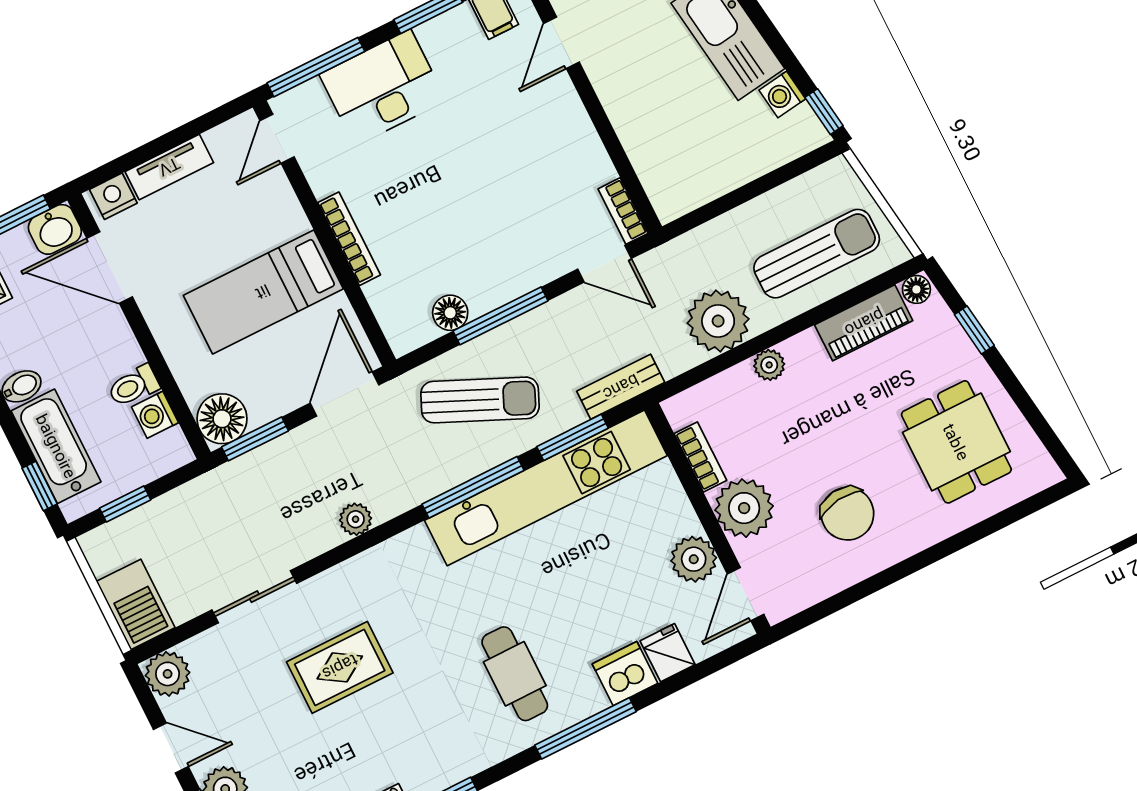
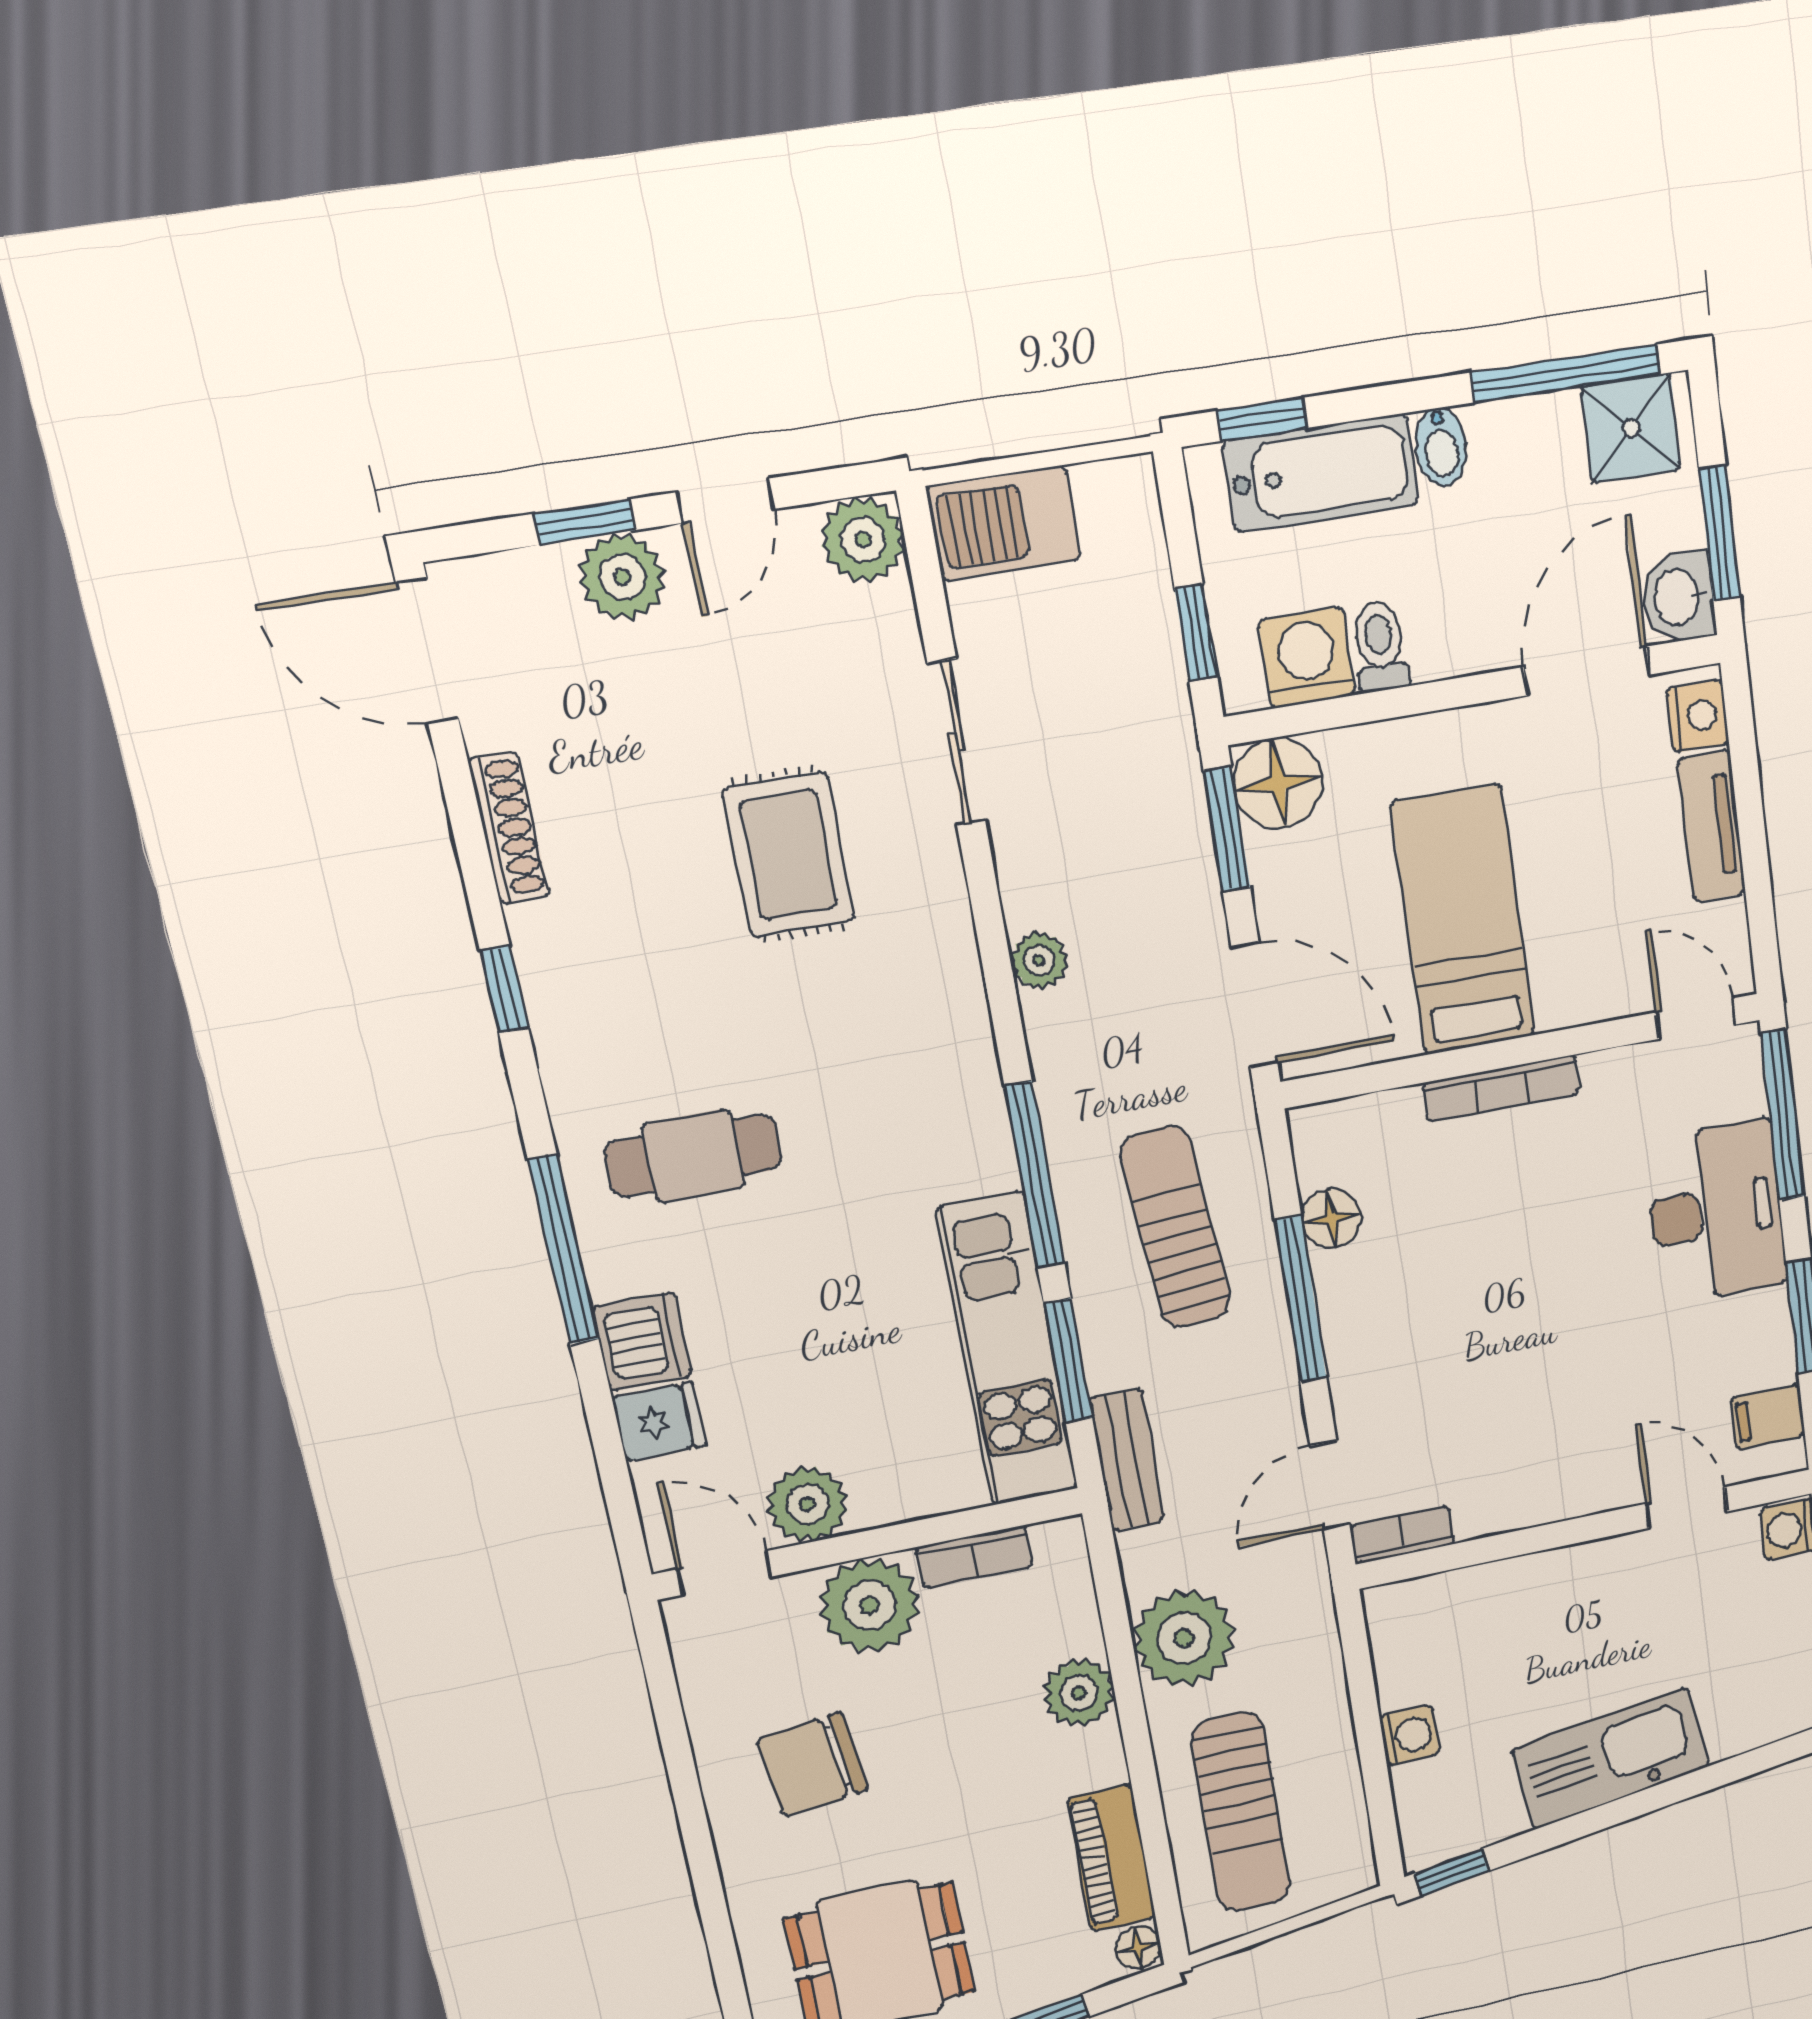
washing machine: (782, 95) -> (1409, 1735), moved, turned 98
plant: (769, 365) -> (1079, 1693), width x1.38, depth x1.38
sun lounger: (480, 400) -> (1175, 1227), turned 151
washing machine: (155, 415) -> (1307, 658), width x1.38, depth x1.38
kitchen unit: (546, 488) -> (1008, 1350), width x0.73
window: (125, 504) -> (1196, 633), moved

